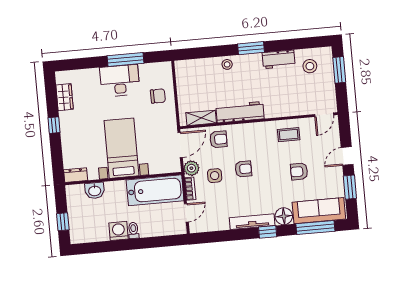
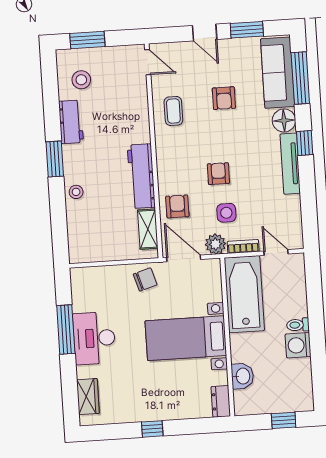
chair: (158, 96) -> (145, 279), moved, turned 73
wardrobe: (65, 97) -> (88, 397), moved, turned 90

